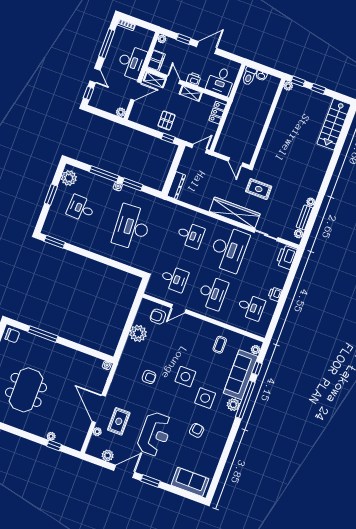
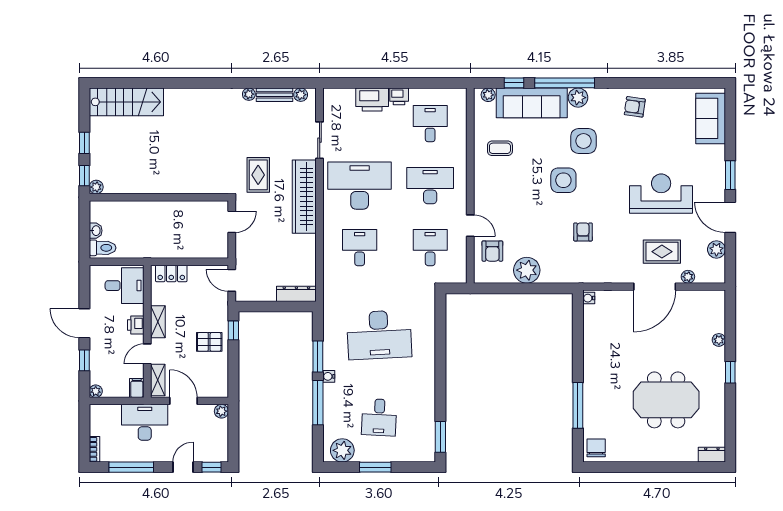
filing cabinet: (156, 61) -> (137, 388), width x0.50
printer: (286, 257) -> (372, 100), moved
armchair: (197, 430) -> (635, 107), moved
window: (54, 445) -> (730, 372), moved

